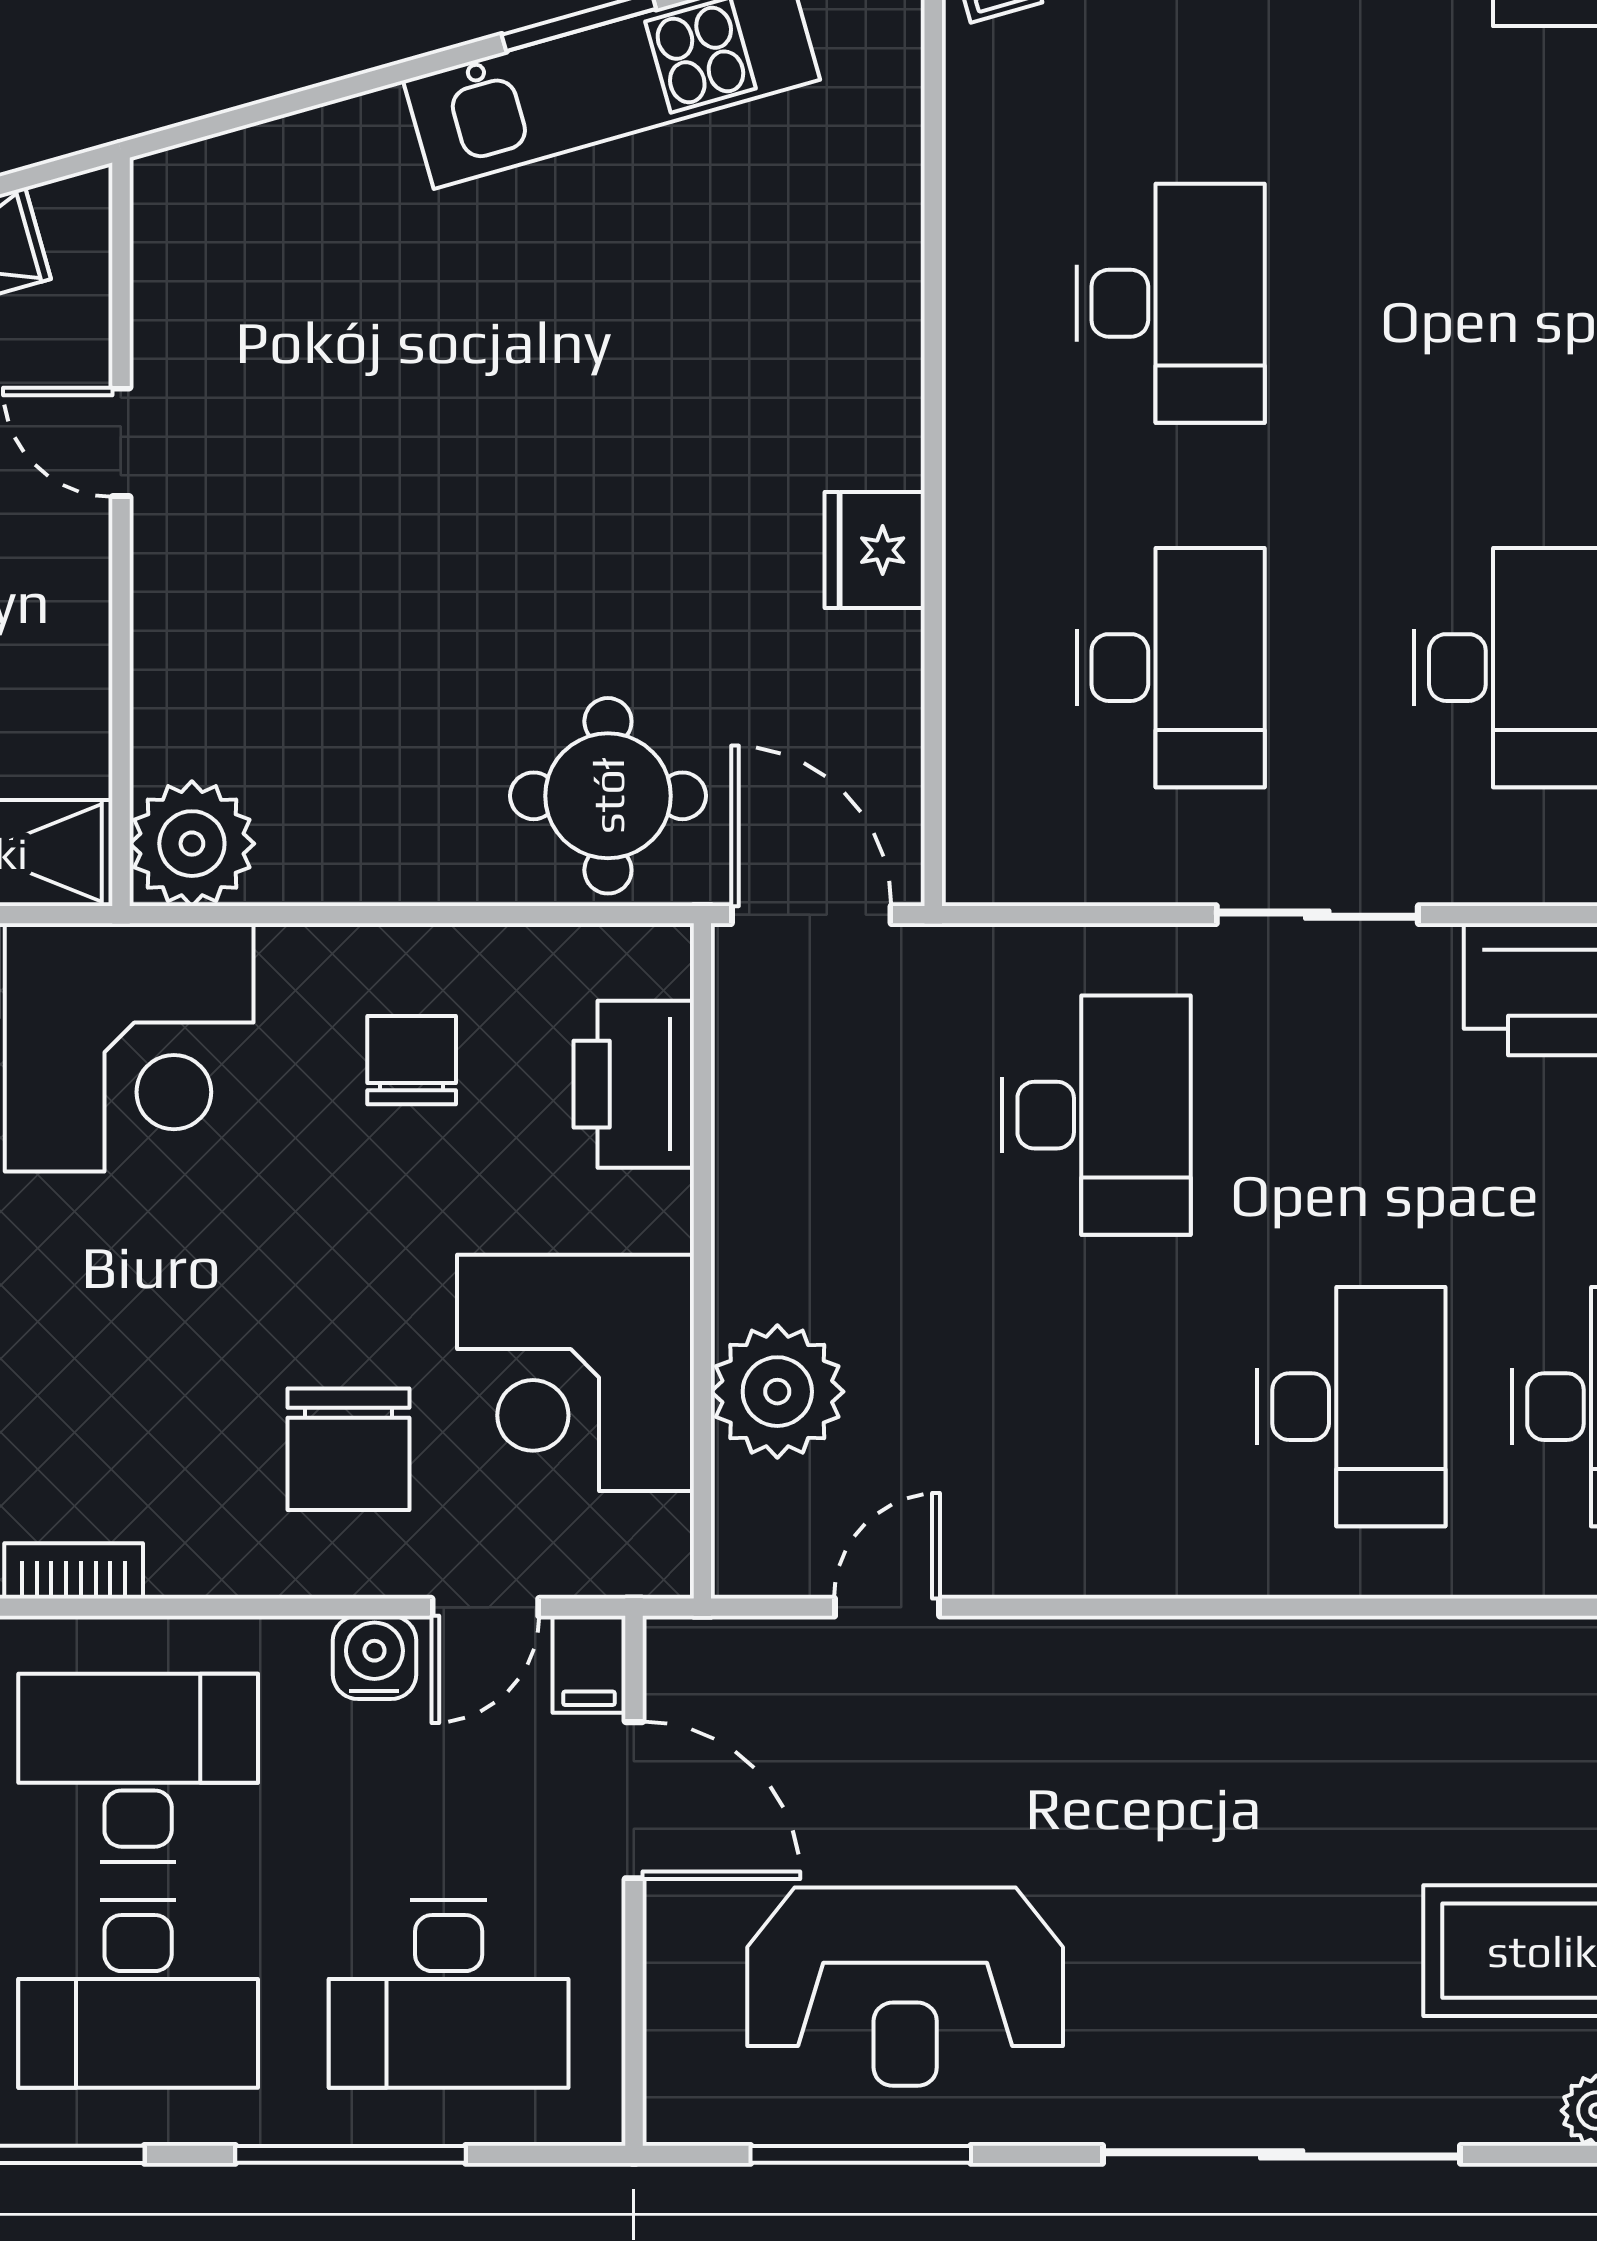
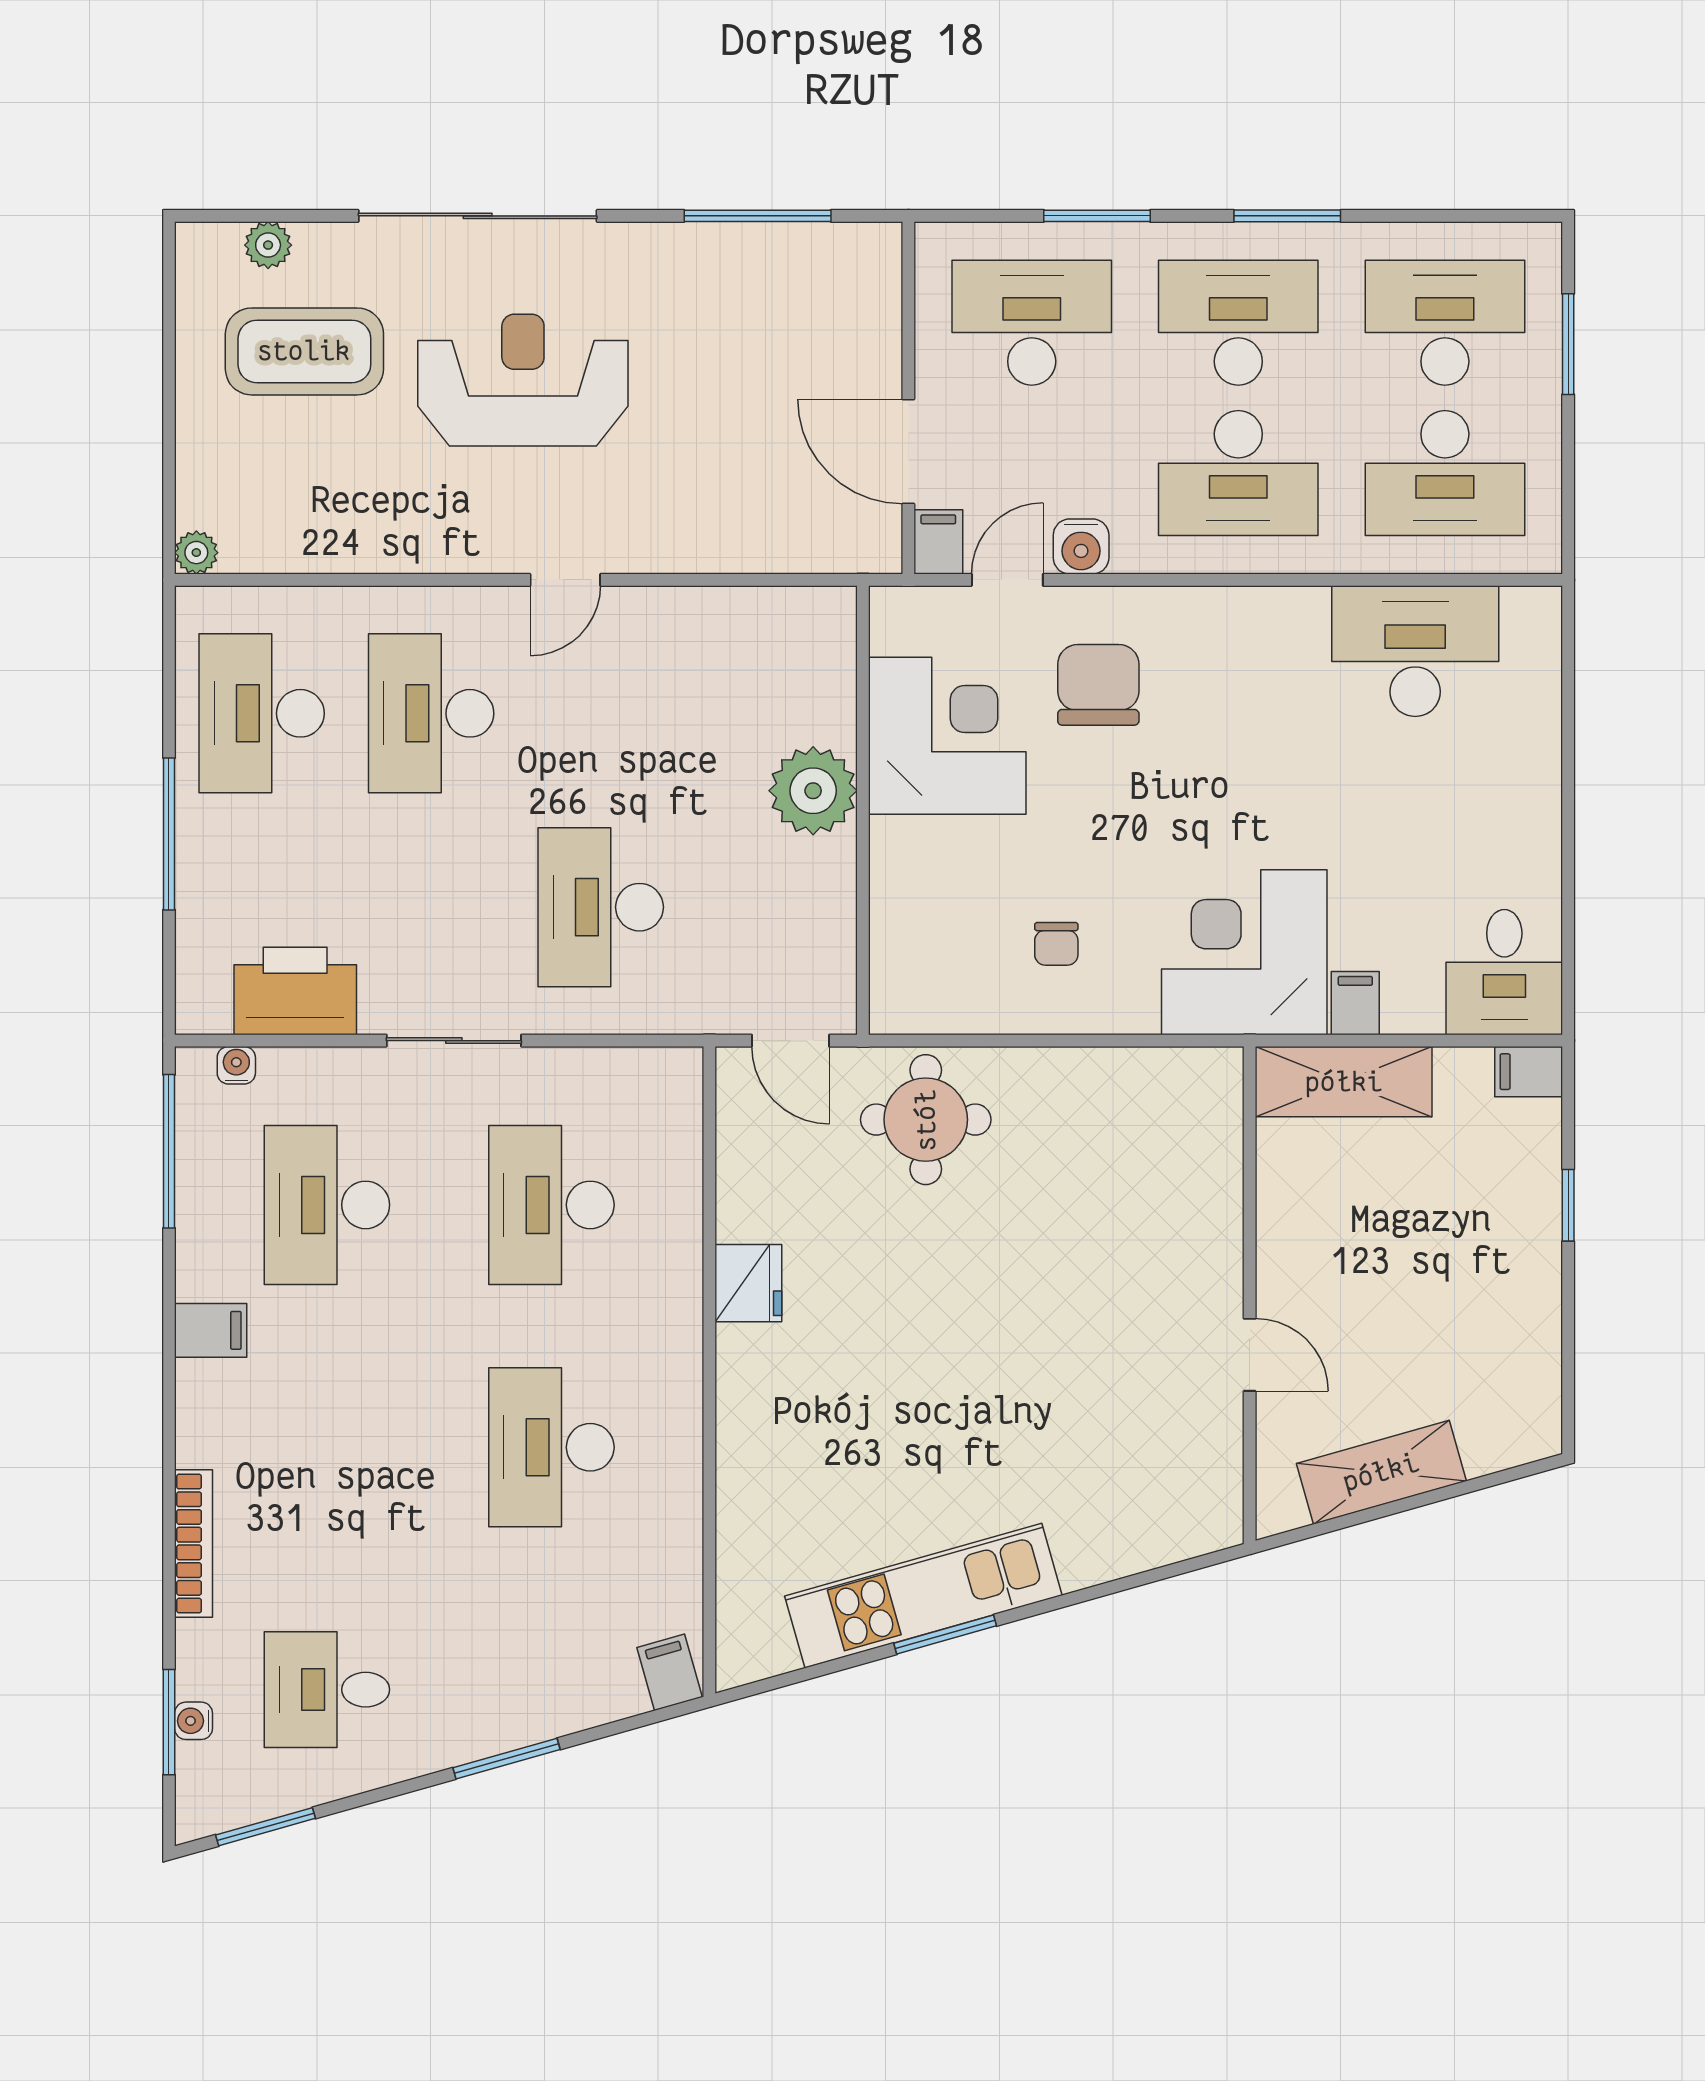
plant: (192, 844) -> (1202, 1088), removed
door: (811, 915) -> (790, 1041), width x0.73
chair: (412, 1060) -> (1056, 944), width x0.73, depth x0.73
printer: (634, 1084) -> (909, 928), removed
plant: (777, 1392) -> (813, 791), moved
bookcase: (74, 1571) -> (1281, 604), removed
door: (887, 1607) -> (565, 580), moved
reception desk: (905, 1987) -> (523, 380), moved
window: (351, 2154) -> (1097, 216), width x0.69

